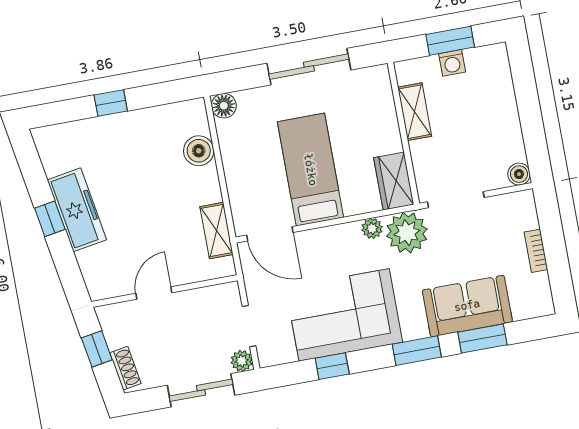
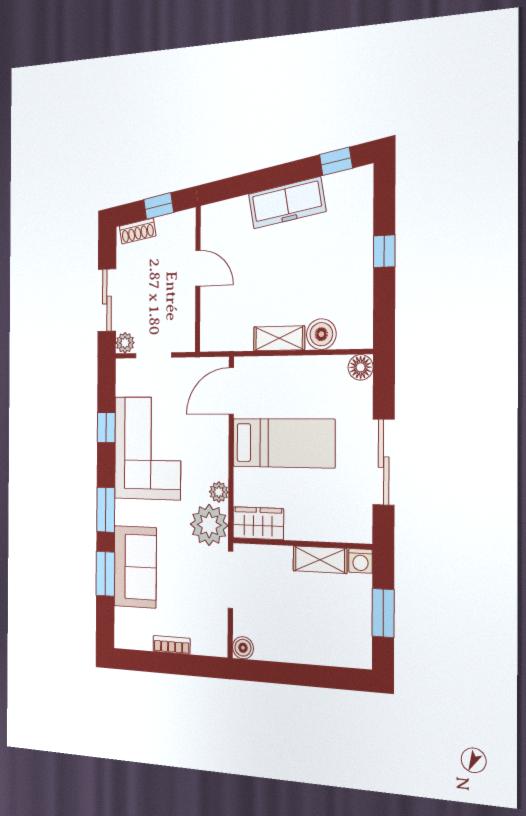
washing machine: (452, 63) -> (360, 561), moved, turned -90
window: (50, 219) -> (336, 161), moved
shelving: (217, 231) -> (279, 338), moved

